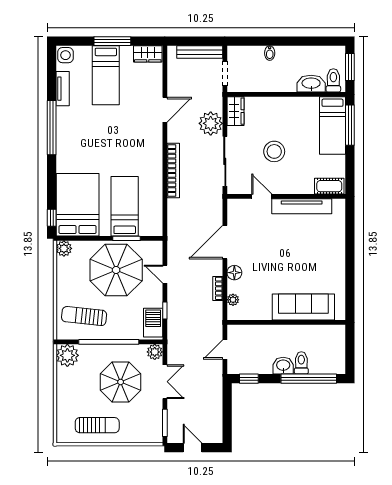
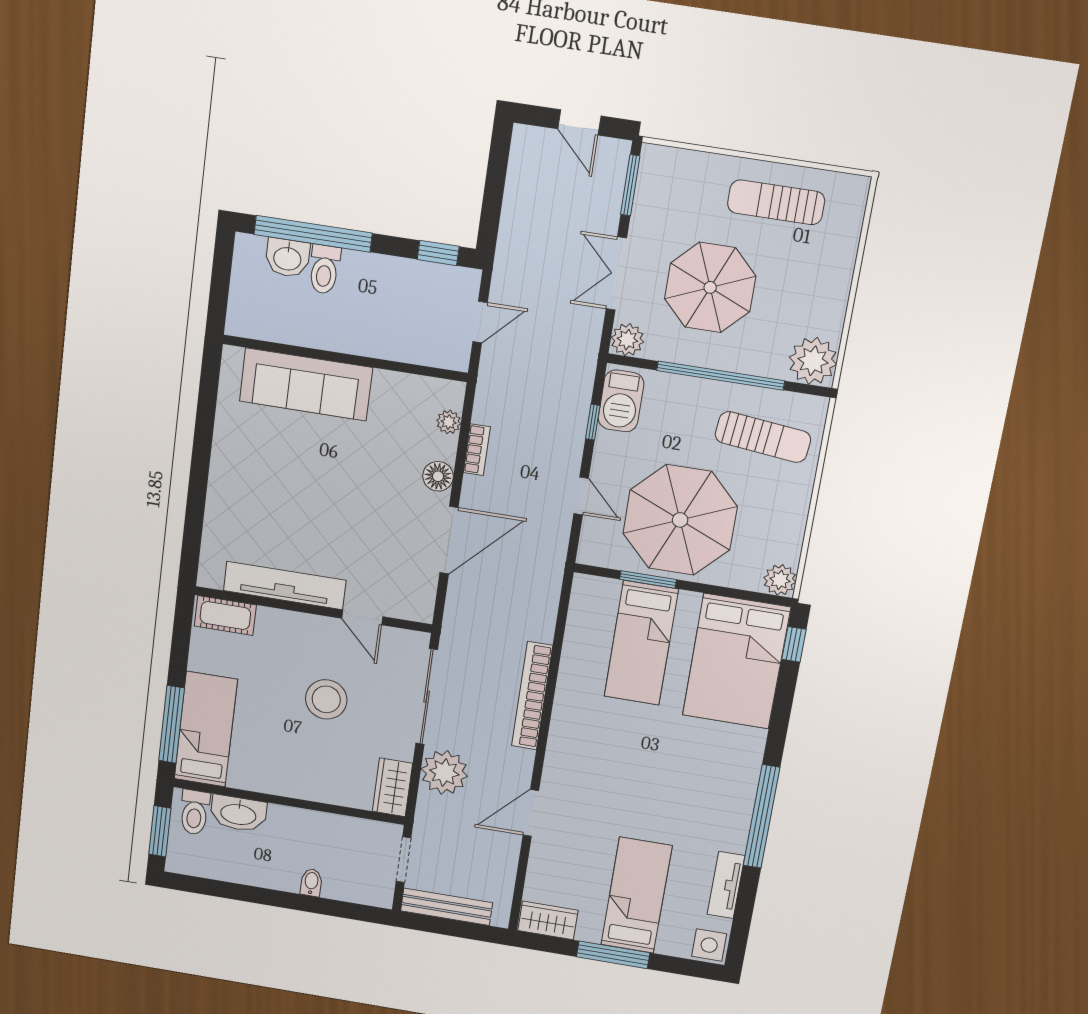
washbasin: (283, 366) -> (287, 258), moved

